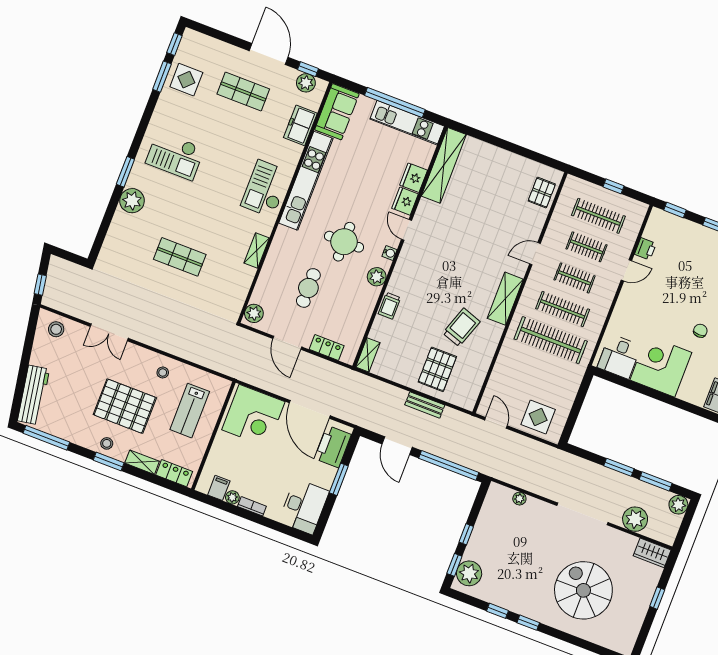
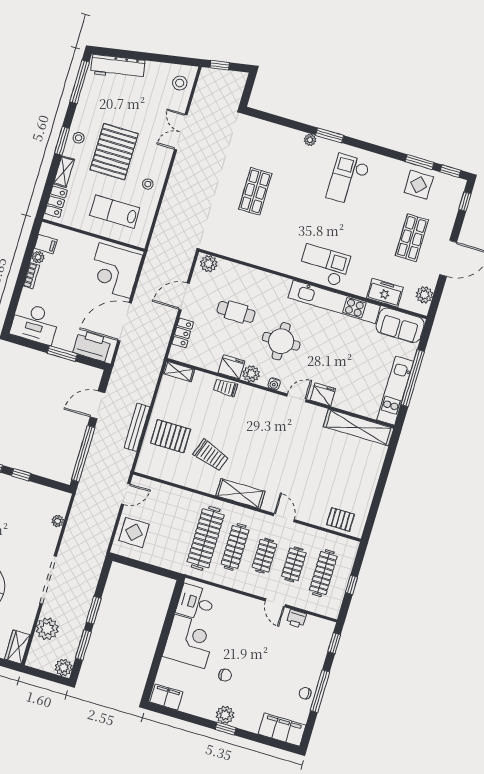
window: (308, 69) -> (465, 202), moved
fridge: (414, 178) -> (232, 367), moved
plant: (132, 201) -> (310, 140), width x0.53, depth x0.53
shelving: (257, 251) -> (267, 262), removed
bench: (425, 405) -> (137, 427), width x1.36

